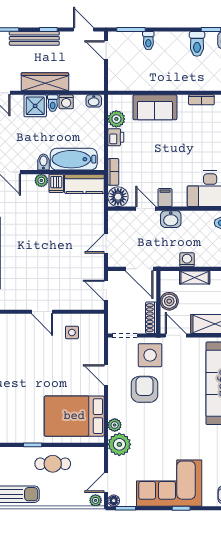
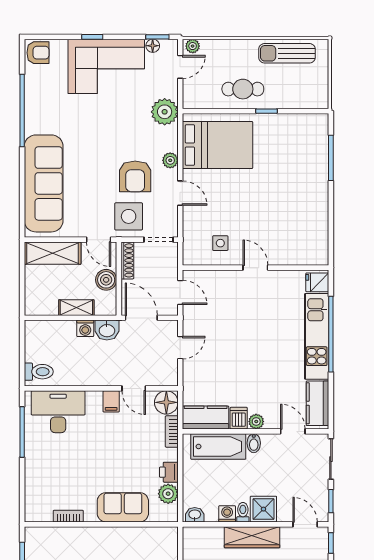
washbasin: (171, 219) -> (107, 330), moved, turned 180
plant: (115, 425) -> (170, 160), moved
floor lamp: (114, 501) -> (153, 46), moved

